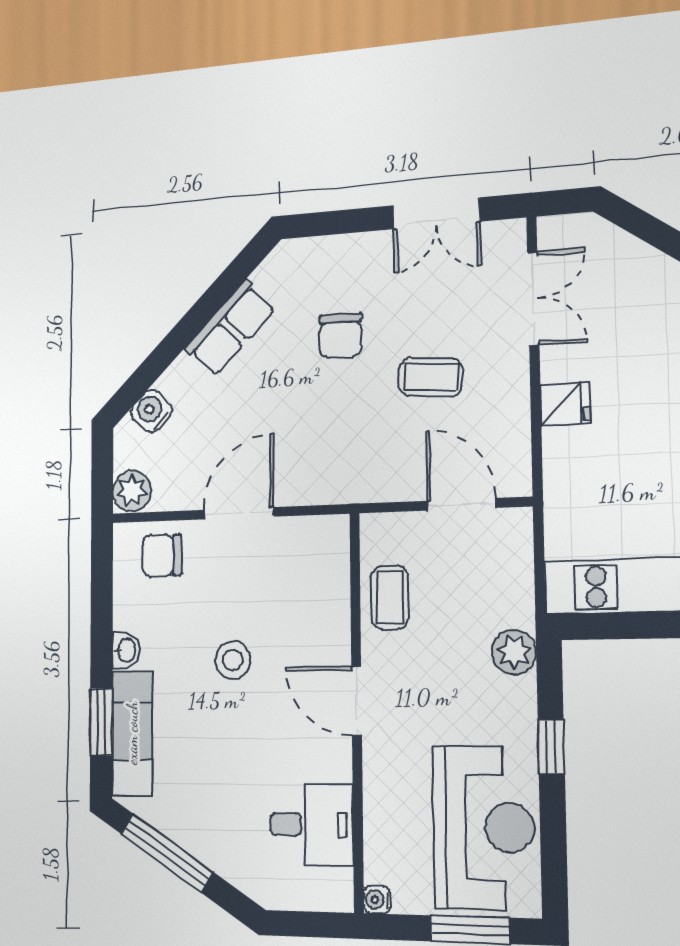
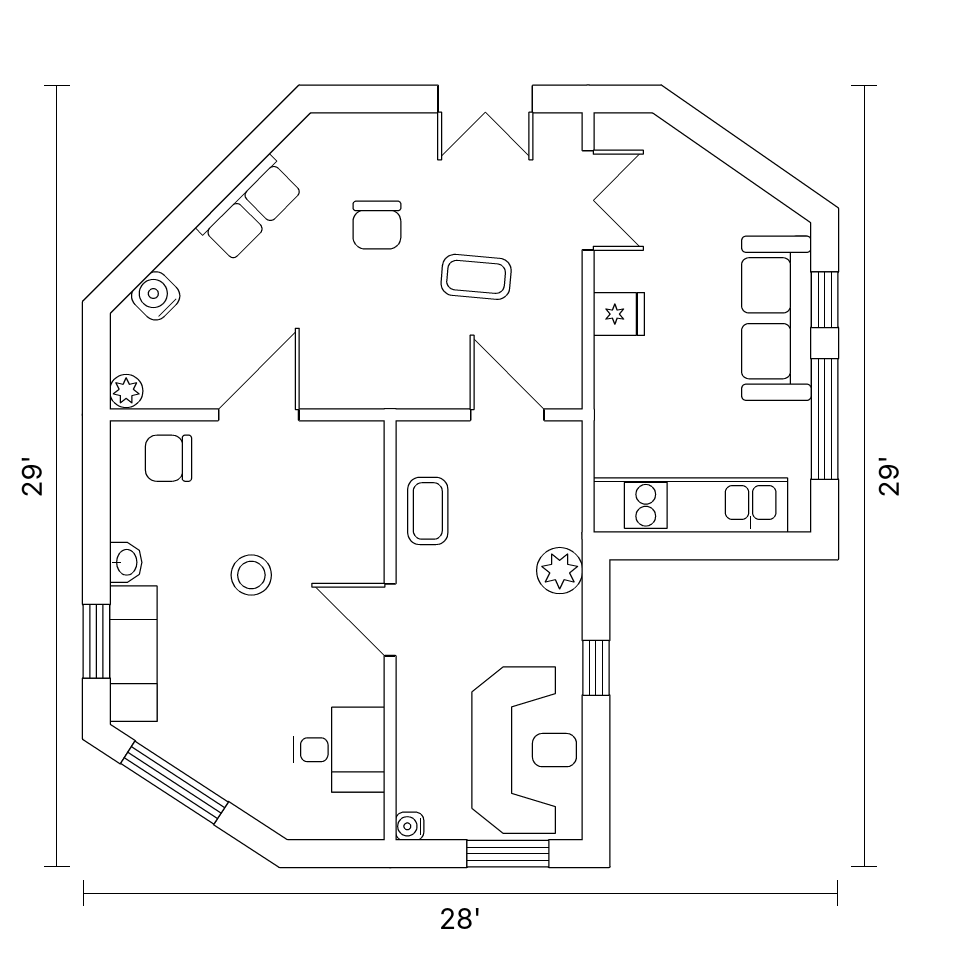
plant: (132, 491) -> (126, 391), width x0.73, depth x0.73

